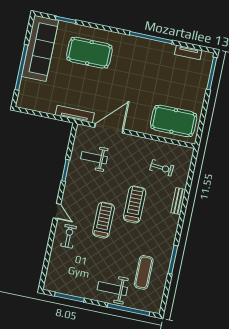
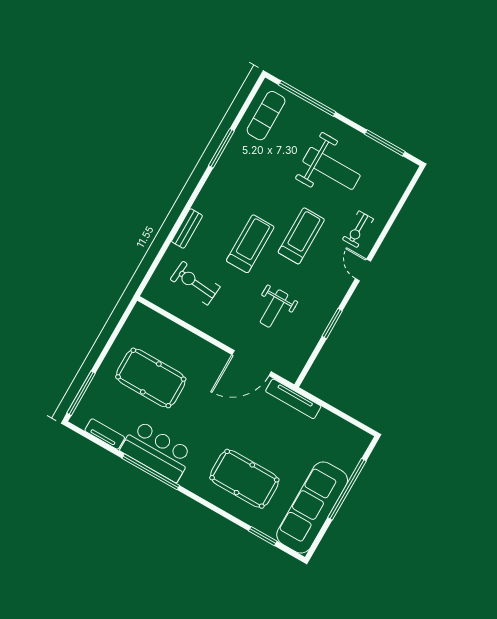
bar counter: (151, 52) -> (157, 451), added
pool table: (174, 121) -> (151, 378), moved
weight bench: (94, 158) -> (274, 309), moved, turned 90
exercise bike: (162, 168) -> (195, 283), width x1.38, depth x1.39
treadmill: (135, 204) -> (250, 244), turned 180
treadmill: (104, 220) -> (301, 236), turned 180
exercise mat: (144, 272) -> (266, 116), moved
weight bench: (112, 289) -> (332, 168), moved, width x1.36, depth x1.33

